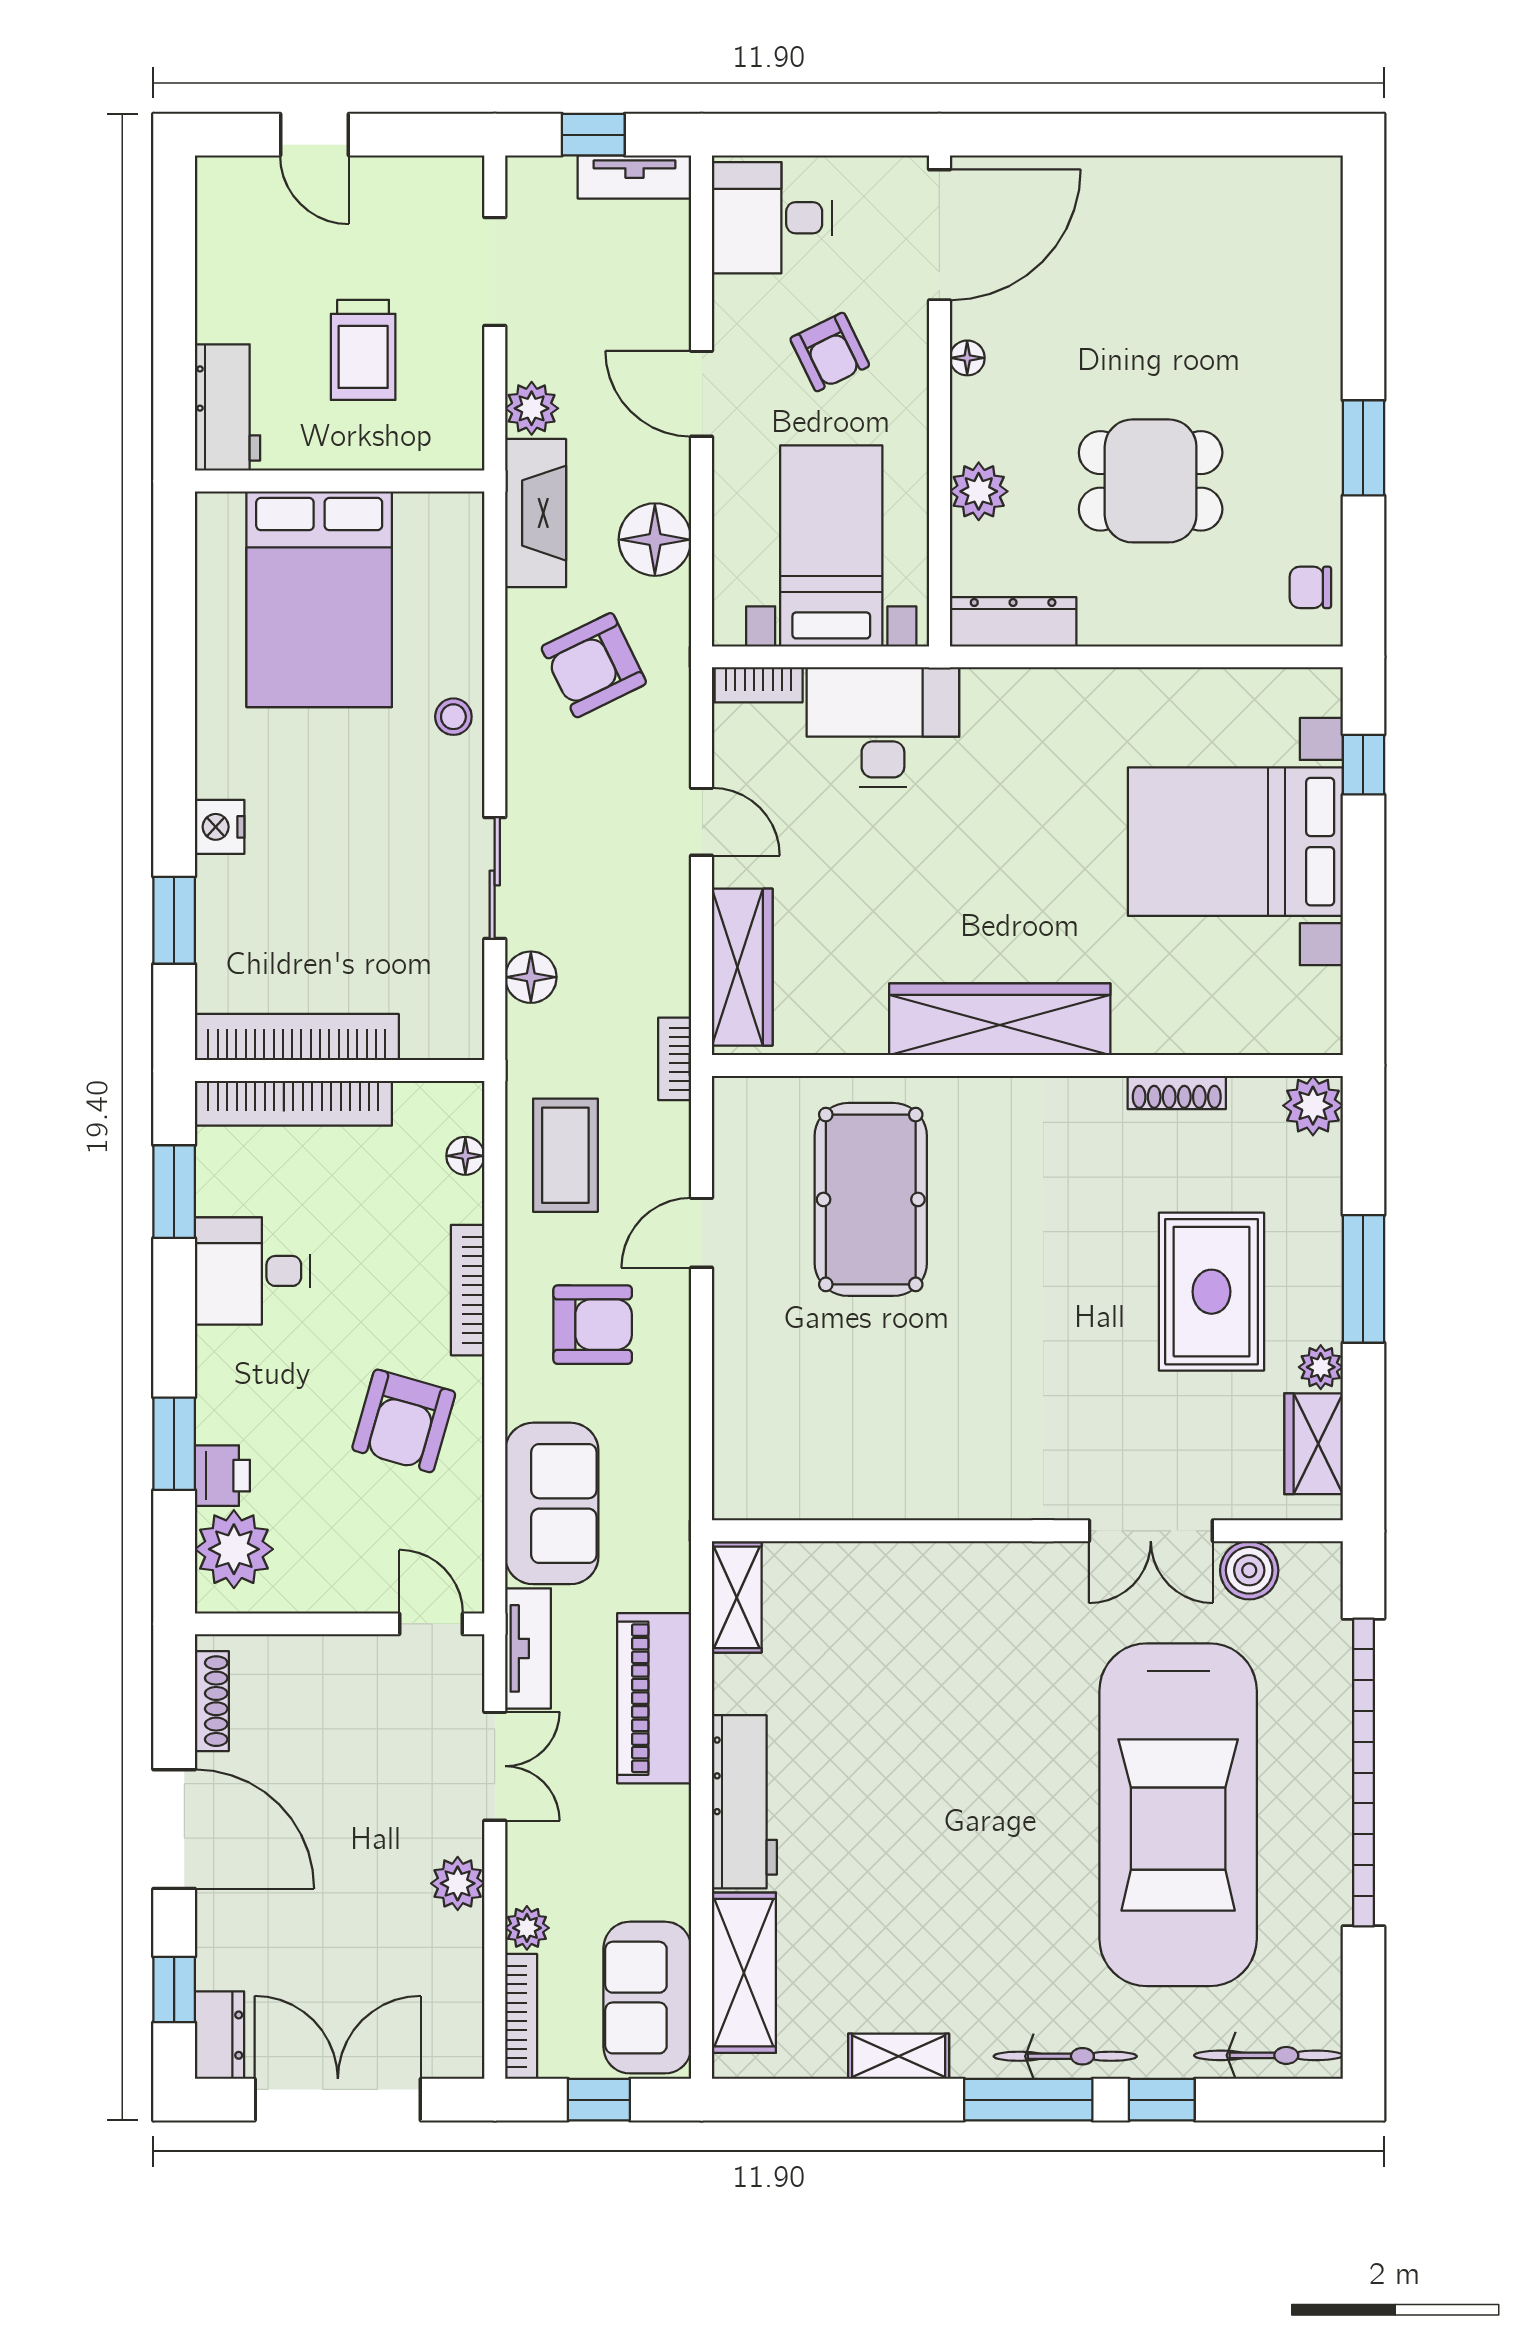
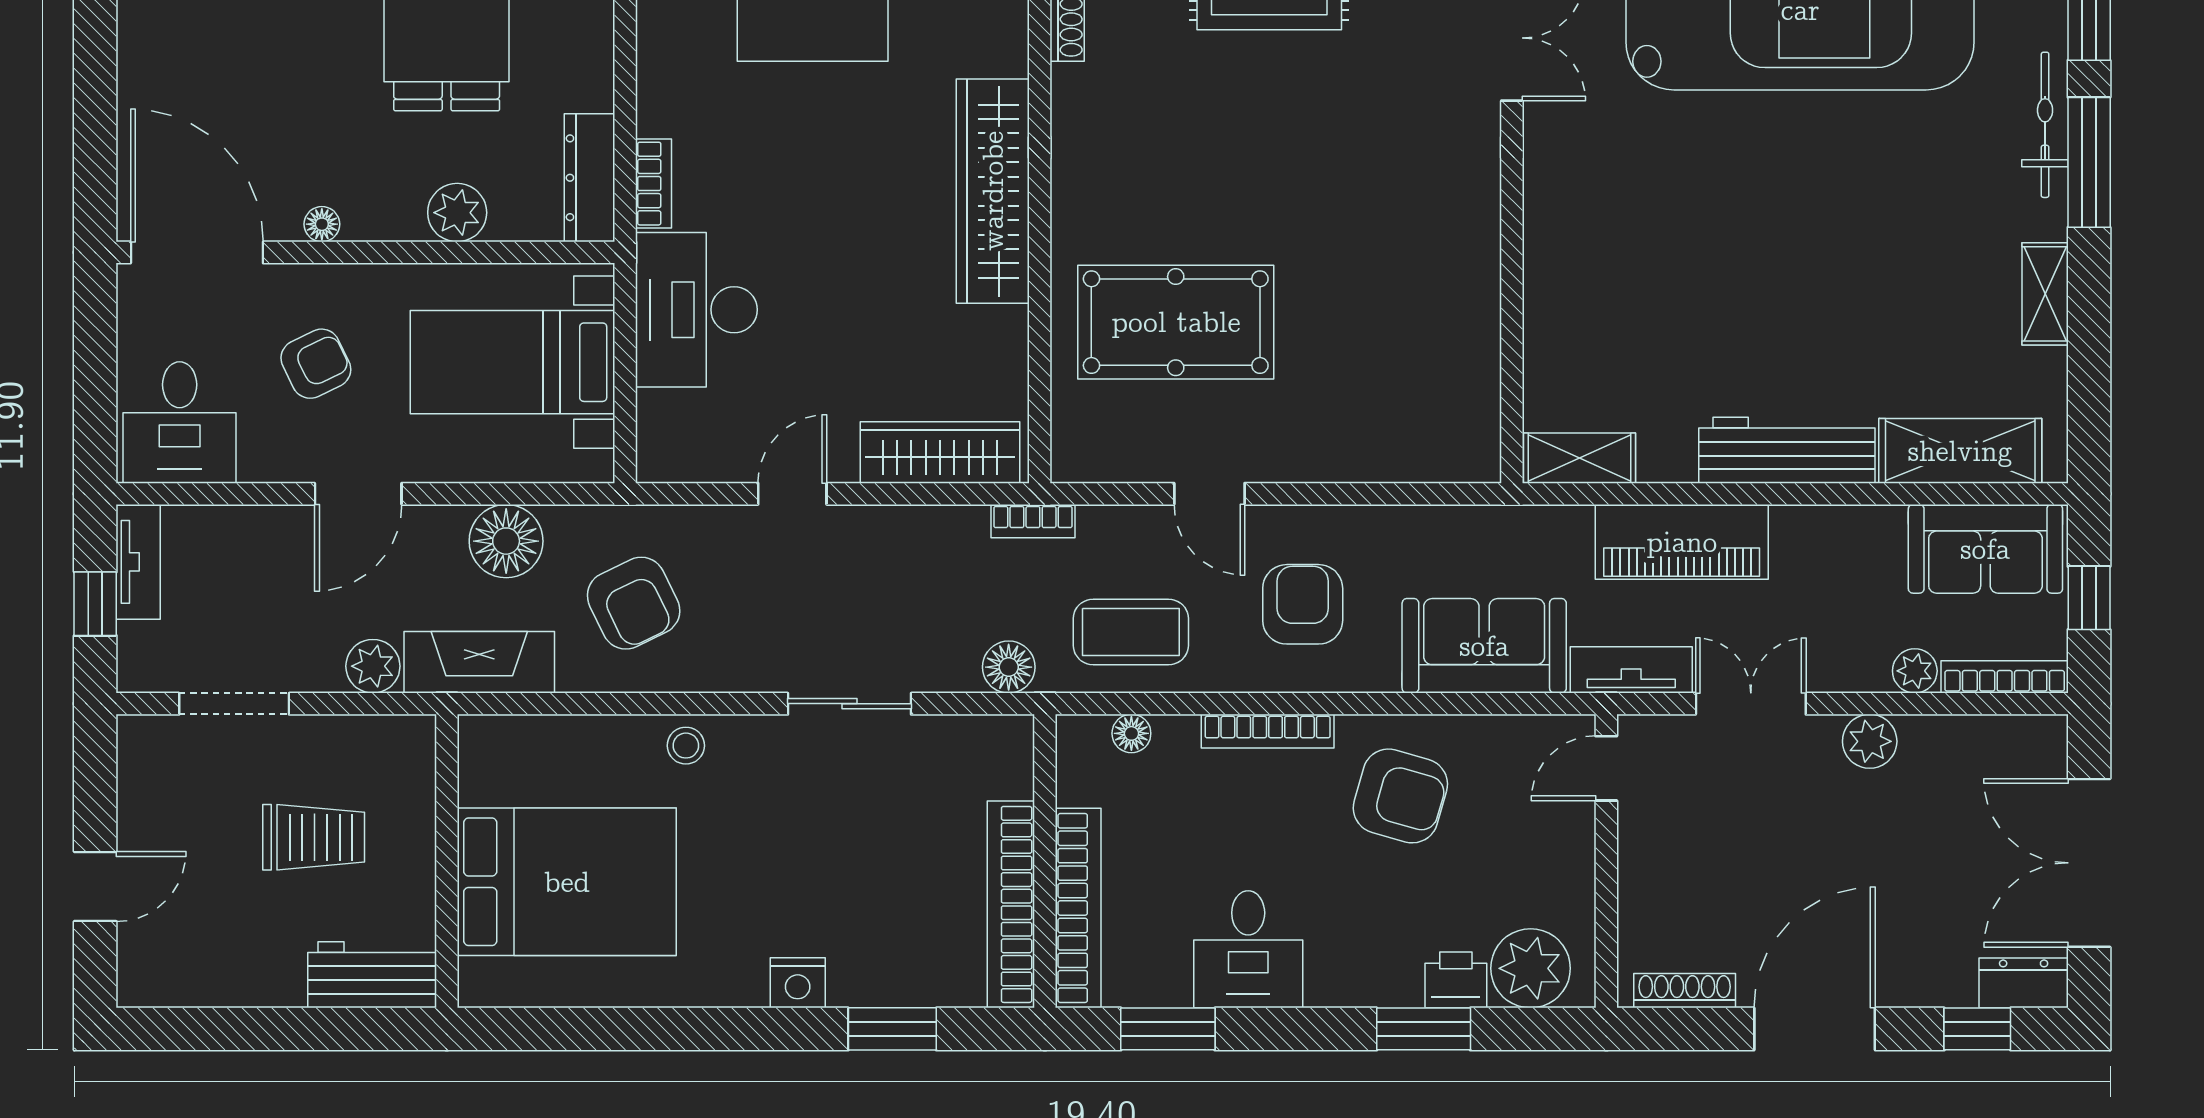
bookcase: (759, 685) -> (654, 184), moved
floor lamp: (531, 977) -> (1009, 667), moved

